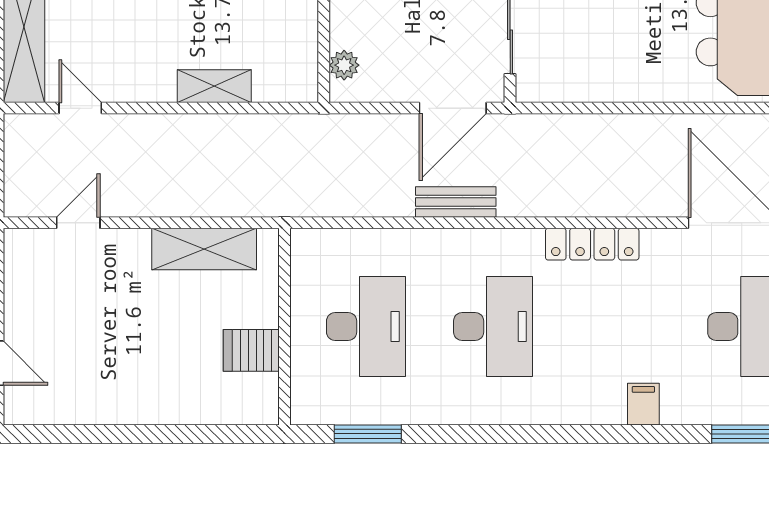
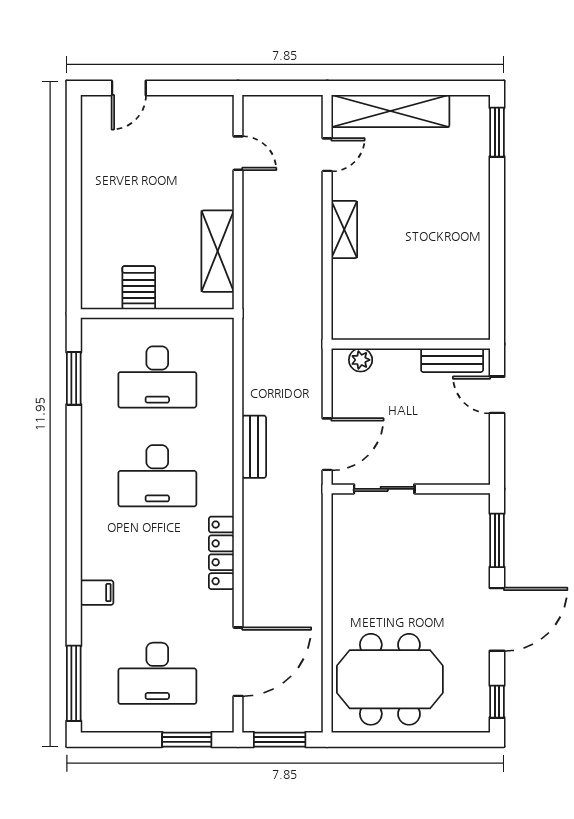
shelving: (214, 86) -> (344, 230), moved
door: (453, 108) -> (327, 444), swing flipped

